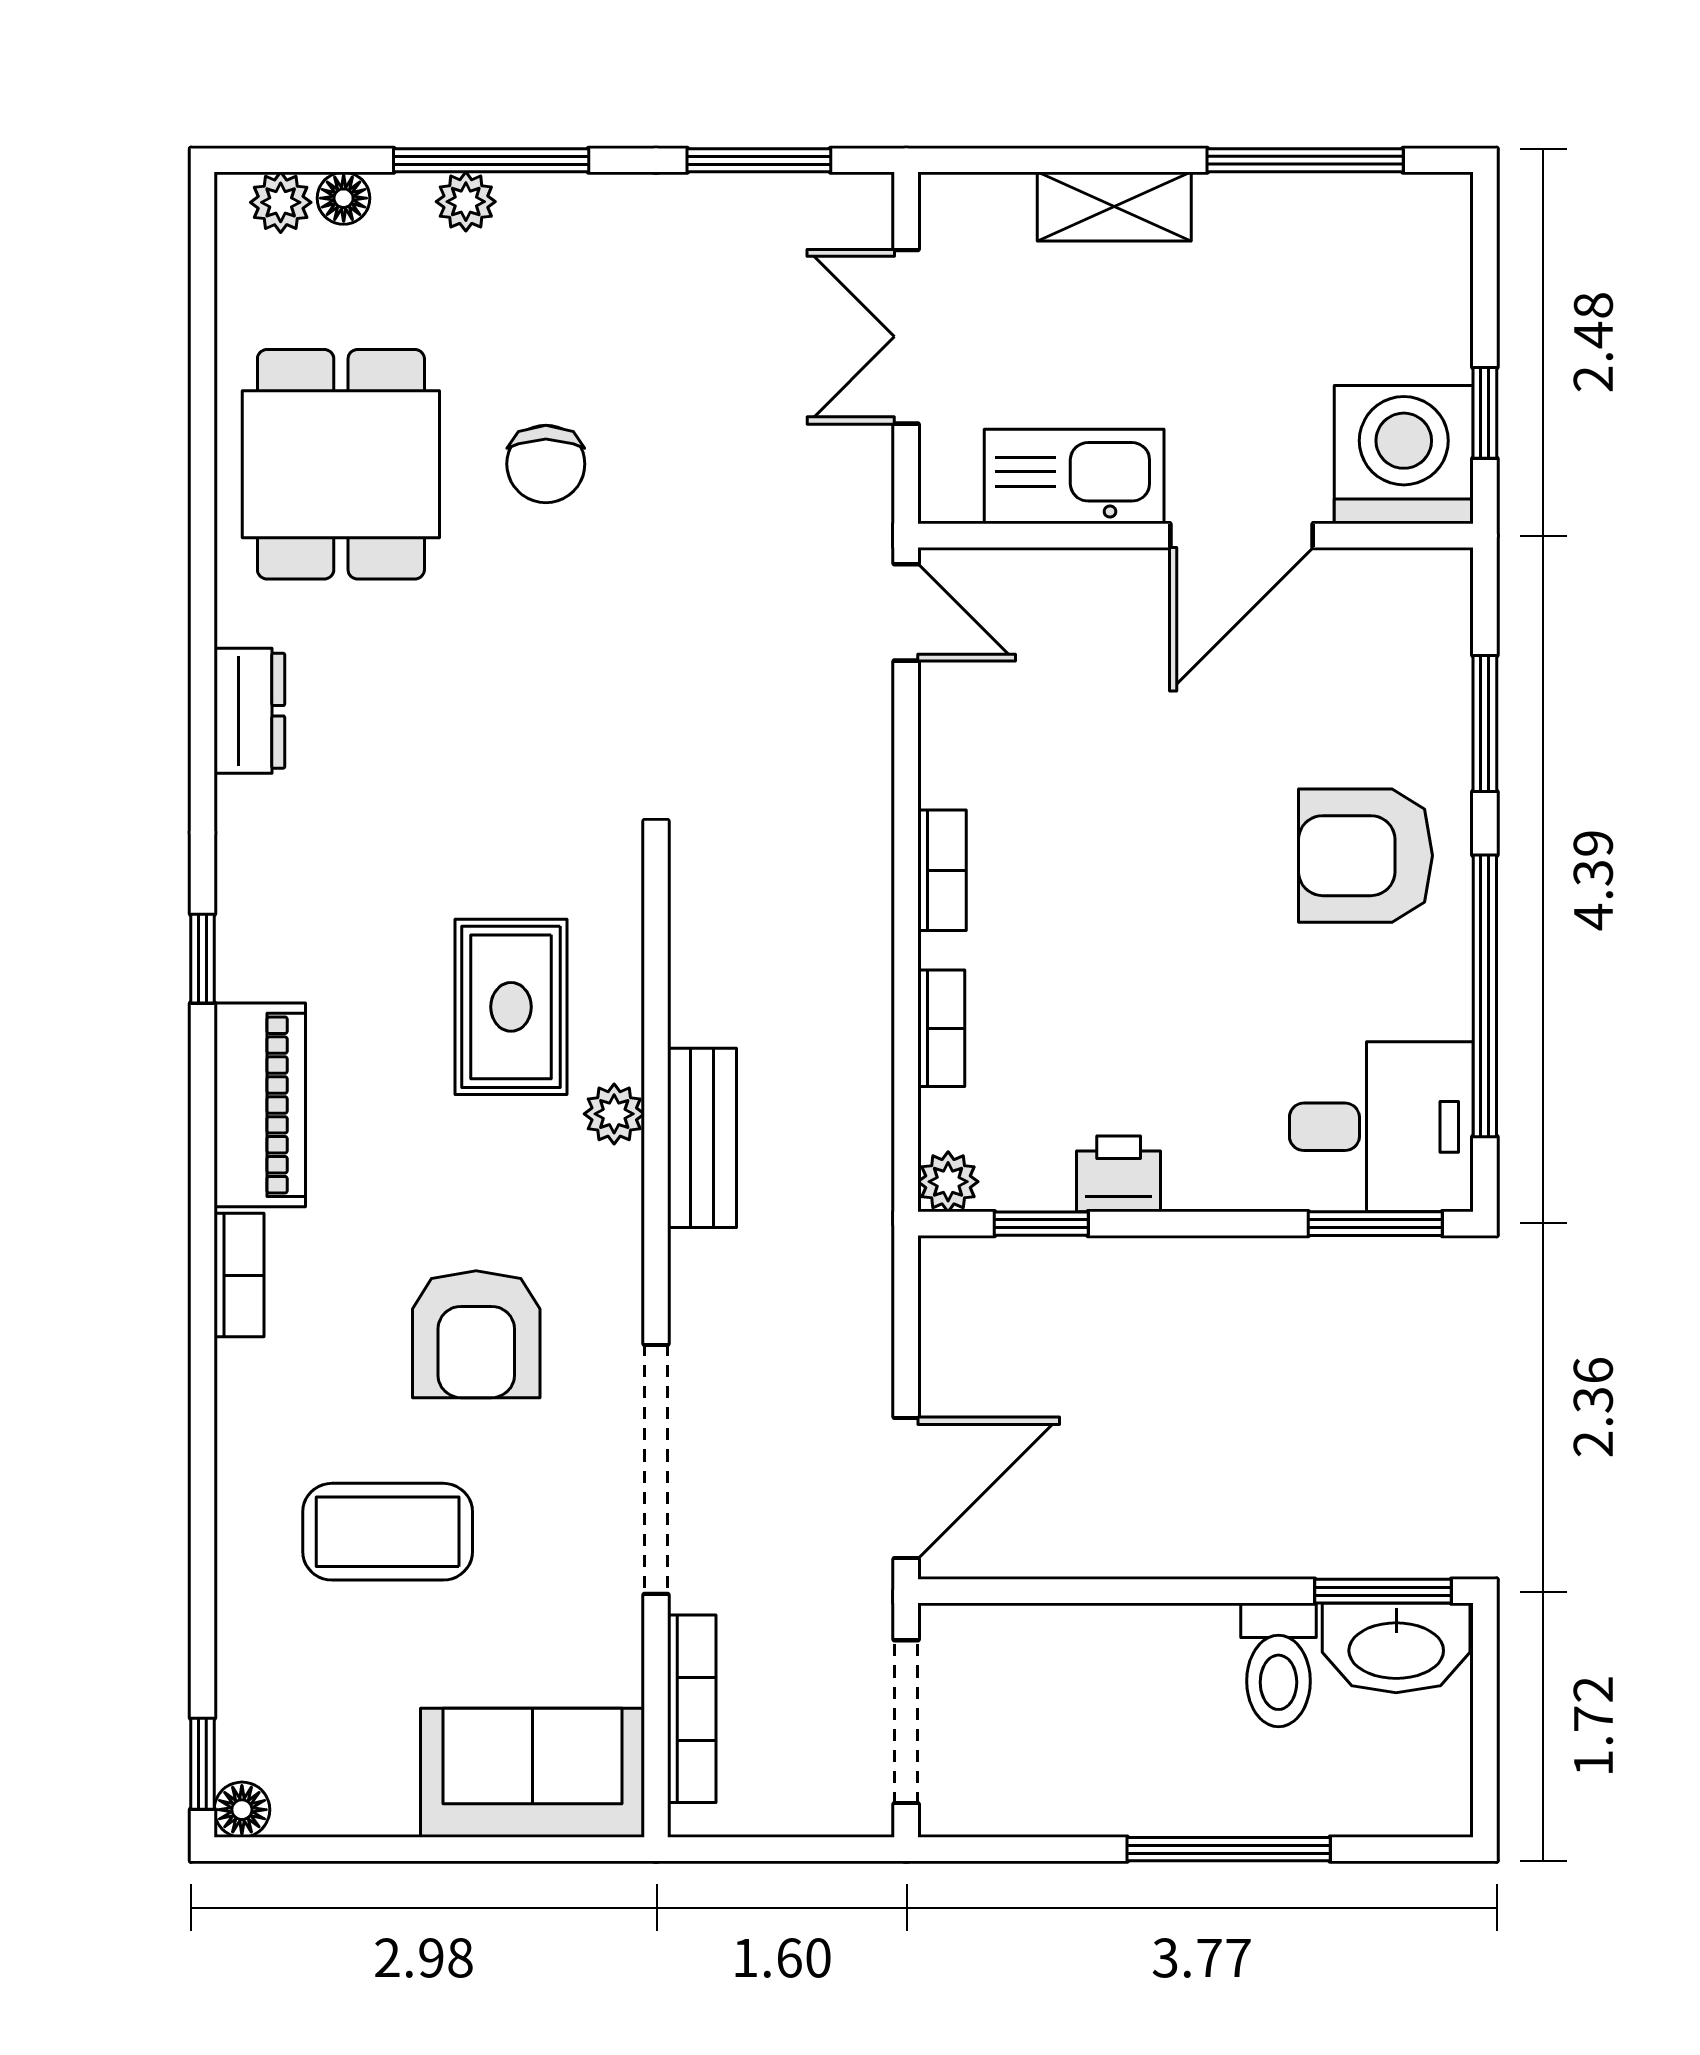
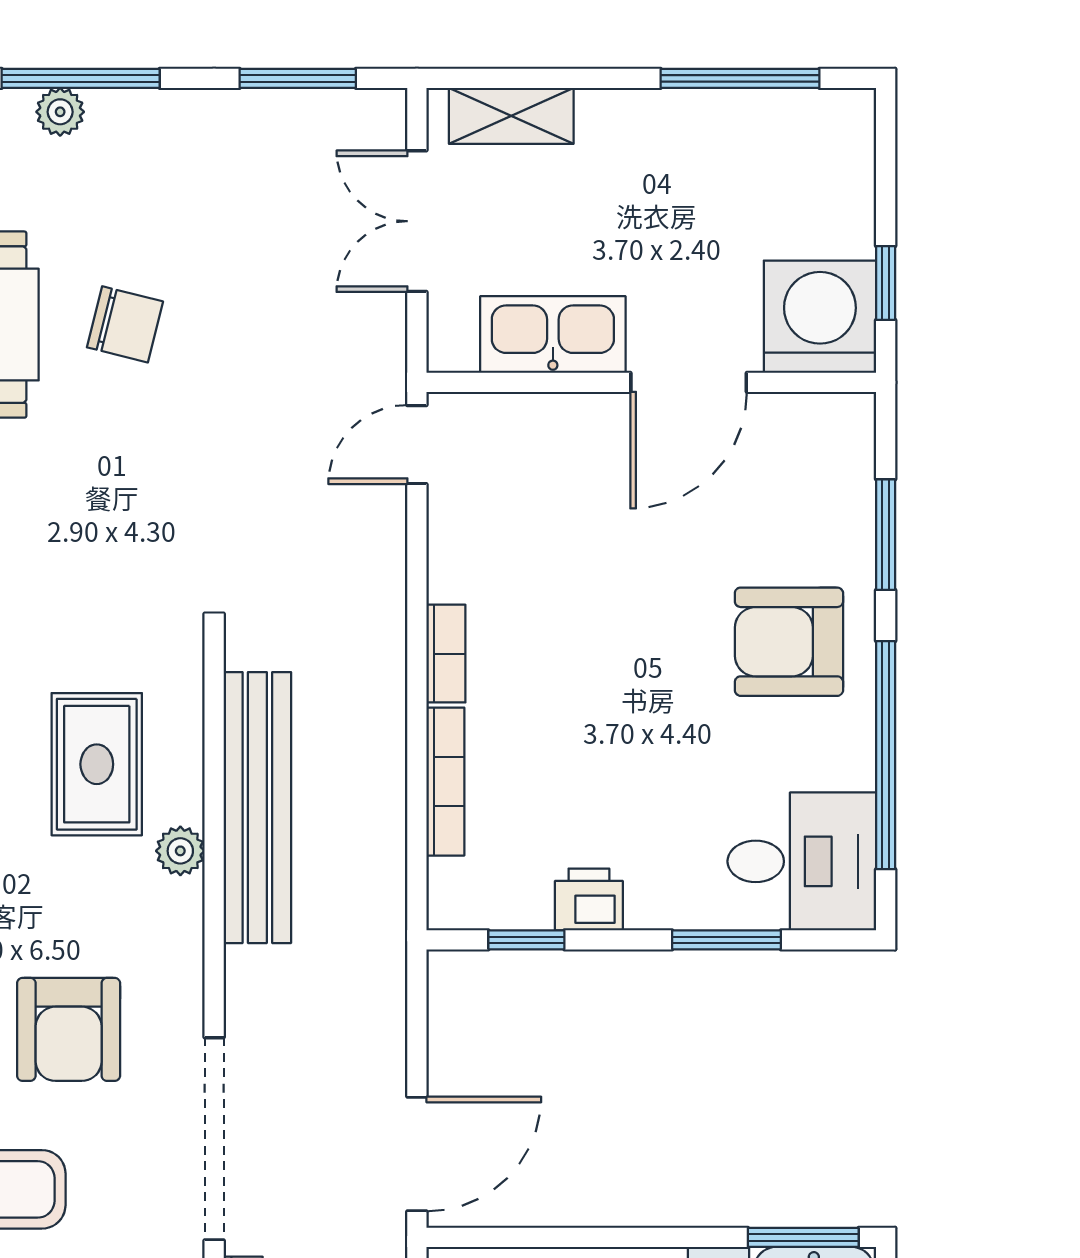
shelving: (1114, 207) -> (511, 116), moved
chair: (546, 464) -> (125, 324), turned -76
door: (906, 612) -> (417, 445), swing flipped
bookcase: (941, 1028) -> (445, 782), width x1.56
bench: (702, 1138) -> (257, 808), width x1.86, depth x1.21
plant: (948, 1182) -> (451, 906), removed
window: (1375, 1224) -> (726, 940), moved

